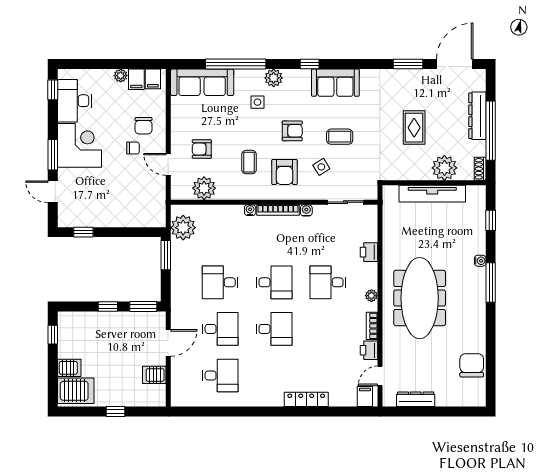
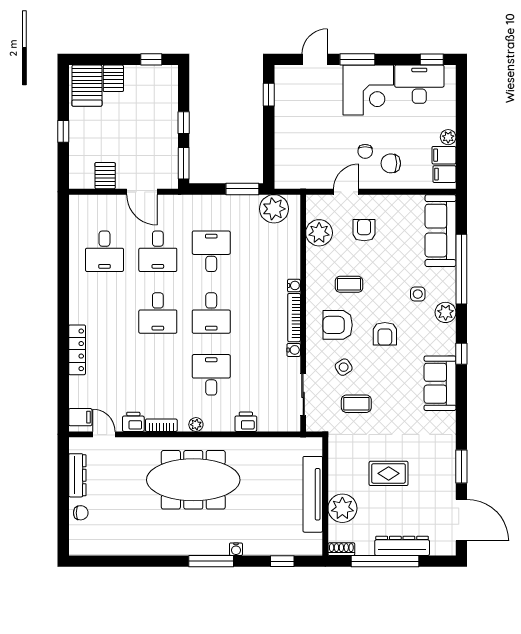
coffee table: (340, 137) -> (356, 404), moved, turned 90
chair: (472, 365) -> (81, 513), moved, width x0.54, depth x0.54

